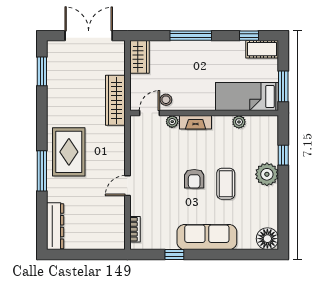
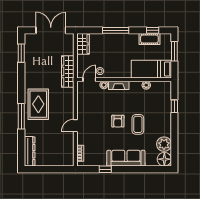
cot: (262, 49) -> (149, 39), moved
window: (283, 86) -> (174, 51), moved
plant: (267, 174) -> (164, 144), moved

